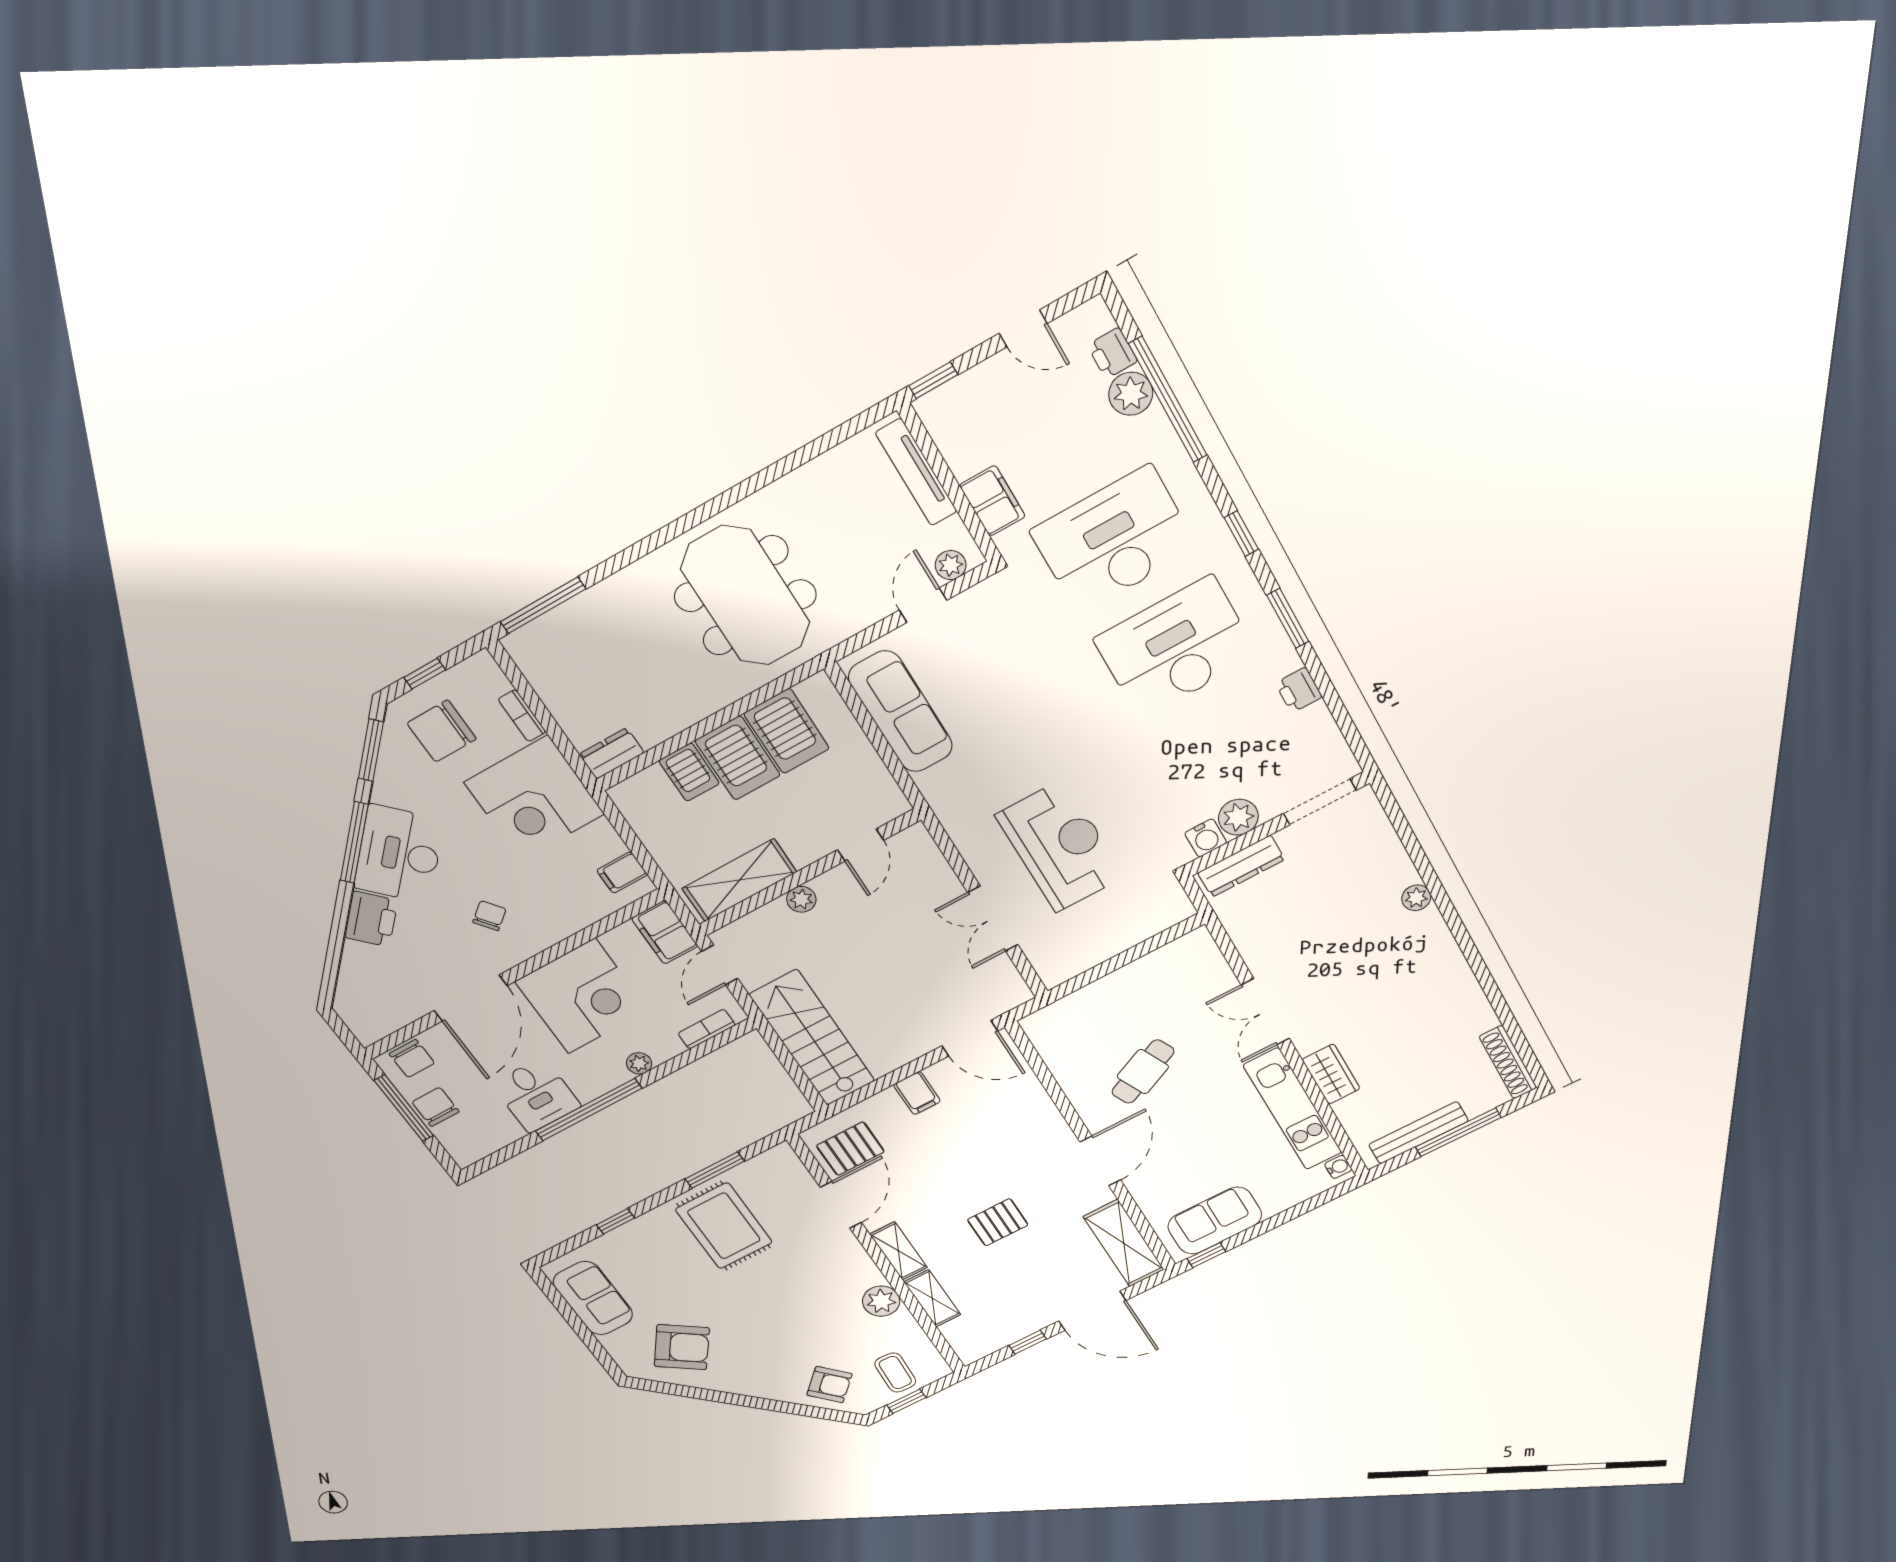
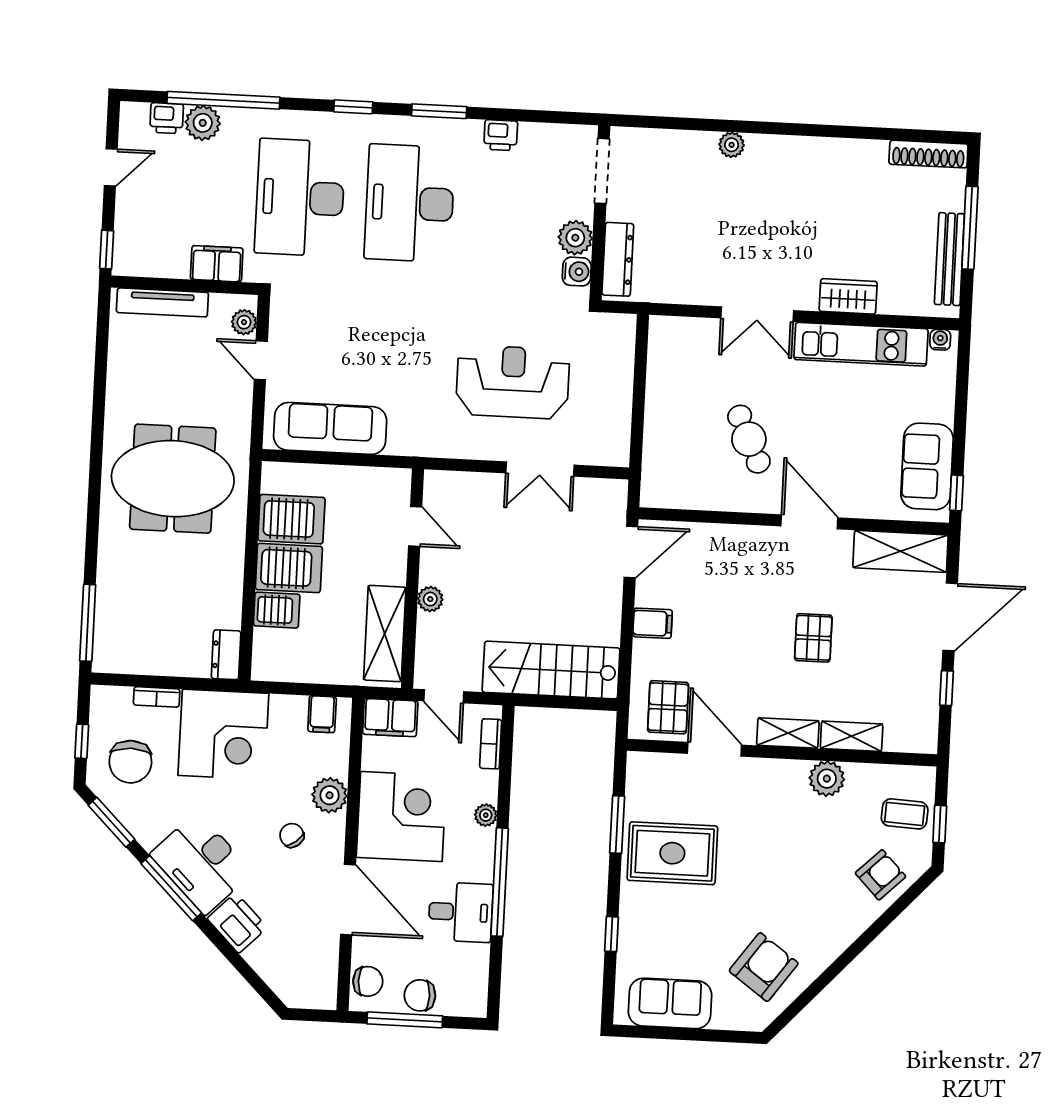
plant: (552, 925) -> (330, 795), added

